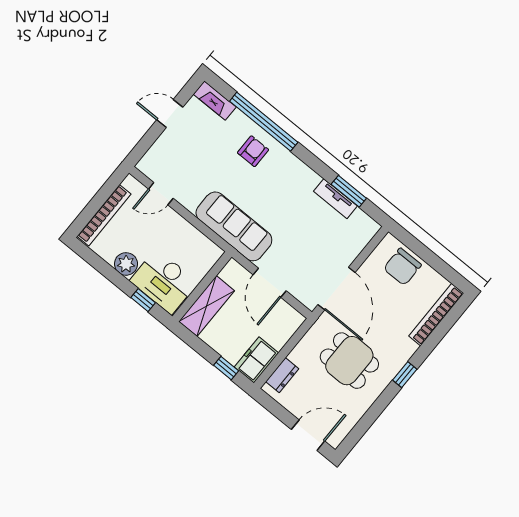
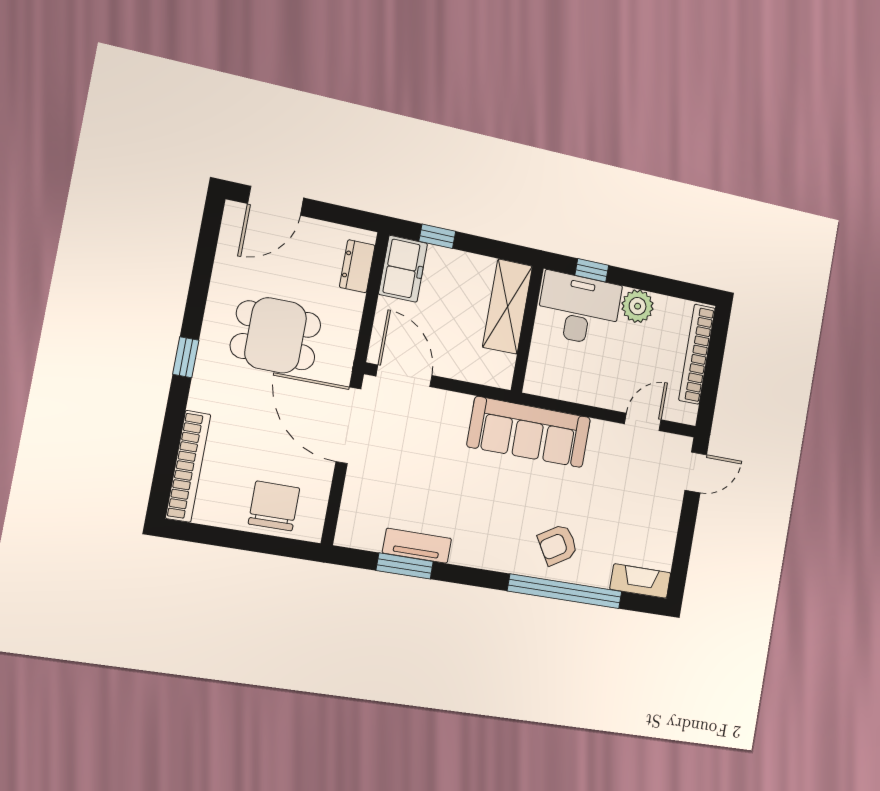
door: (170, 114) -> (696, 472), moved
armchair: (253, 151) -> (558, 545), turned 59
door: (270, 283) -> (404, 376), moved

